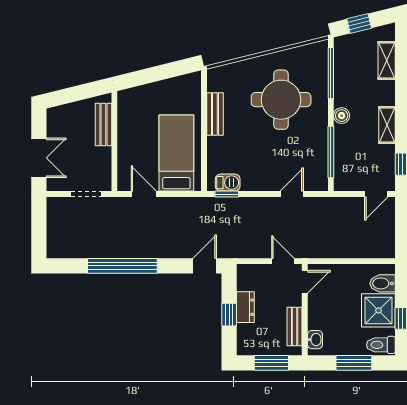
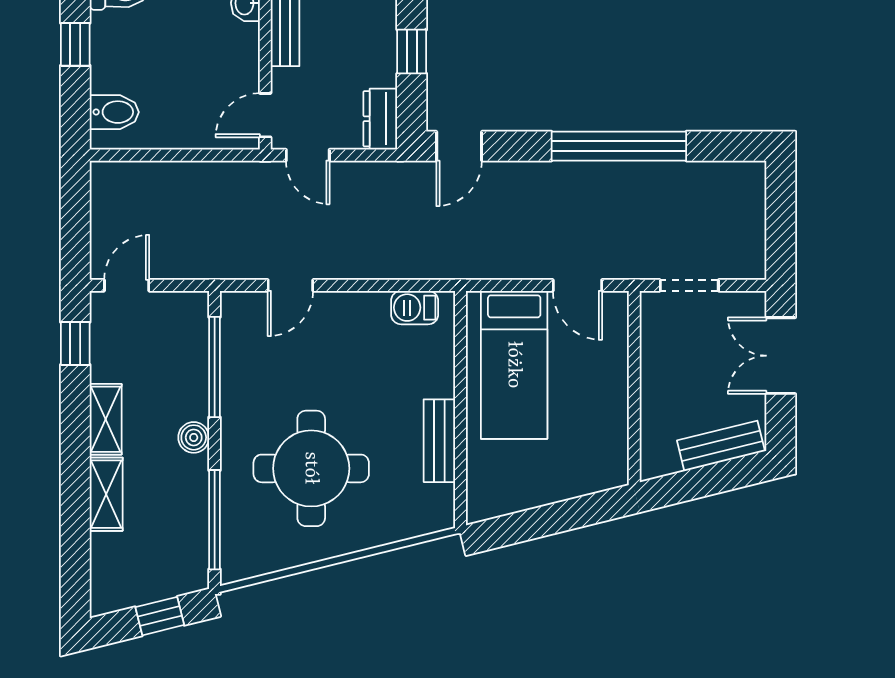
shelving: (387, 60) -> (106, 494), moved
bench: (103, 124) -> (721, 446), moved, turned 76
window: (227, 194) -> (416, 285), removed
dresser: (245, 307) -> (380, 119), moved
shower: (378, 310) -> (122, 60), removed

